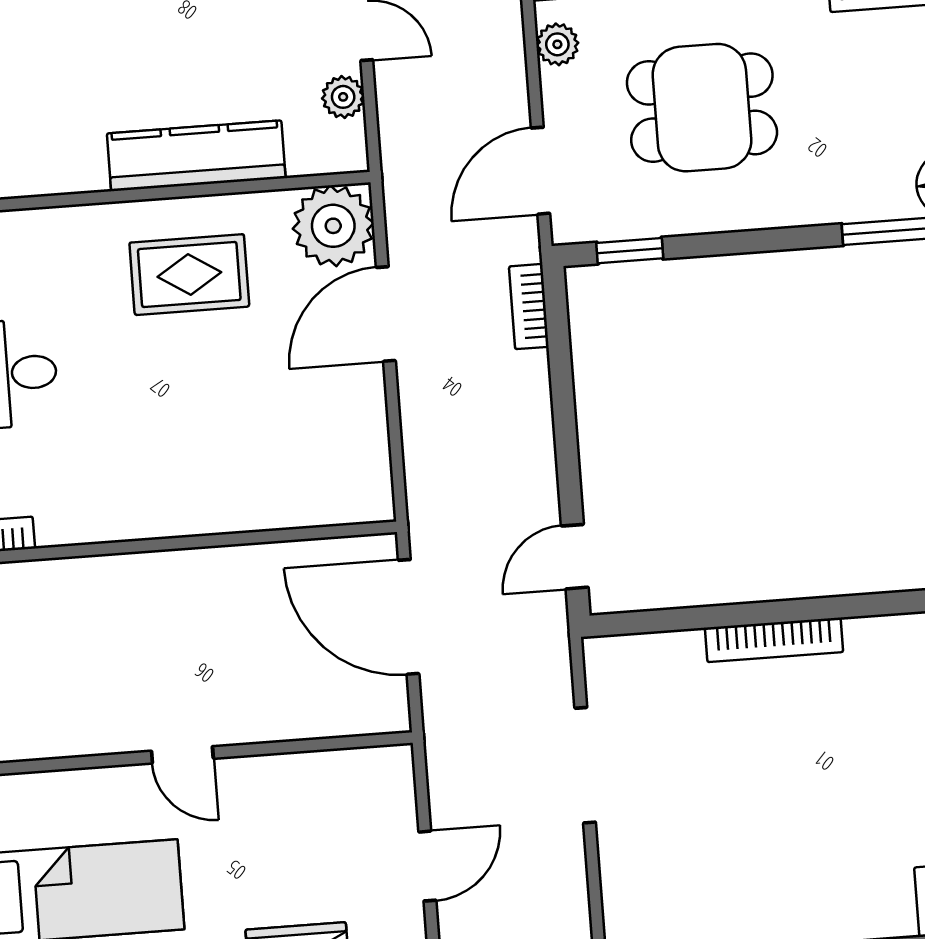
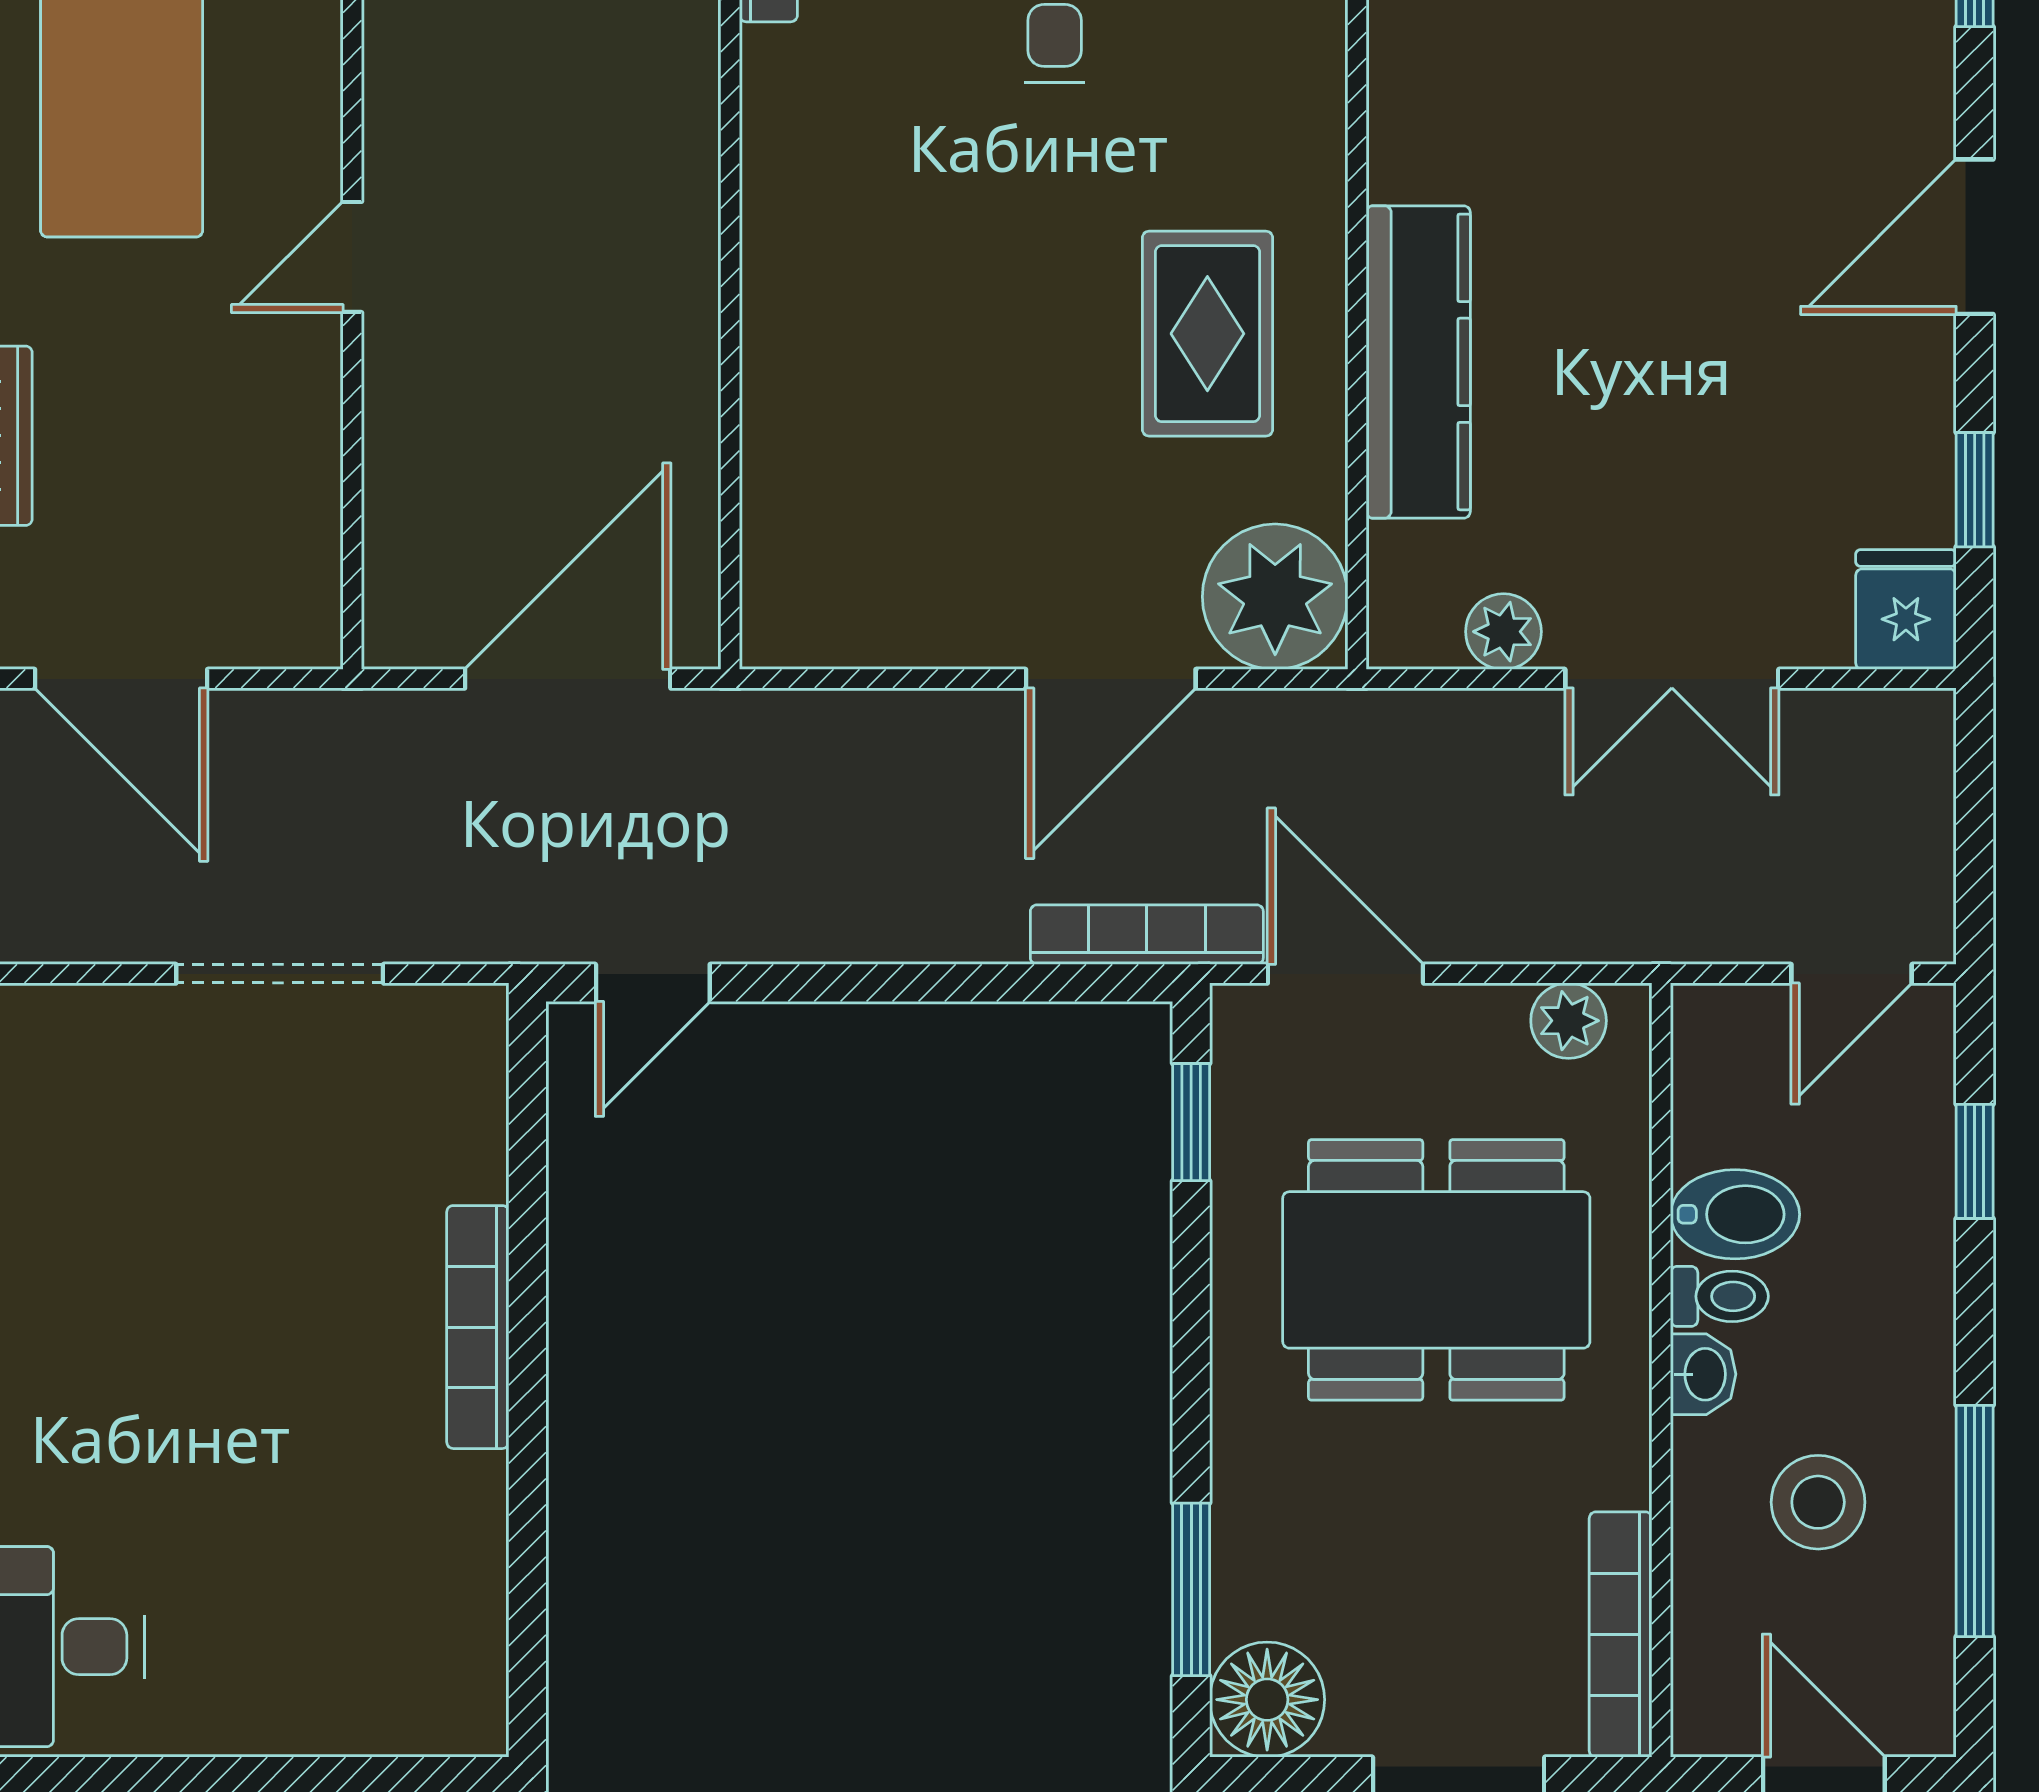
dining table: (702, 108) -> (1436, 1270), width x1.37
bookcase: (529, 307) -> (1147, 935), width x1.56
door: (386, 314) -> (1111, 679), swing flipped
door: (575, 557) -> (653, 983), swing flipped
door: (427, 866) -> (121, 679), width x1.38

